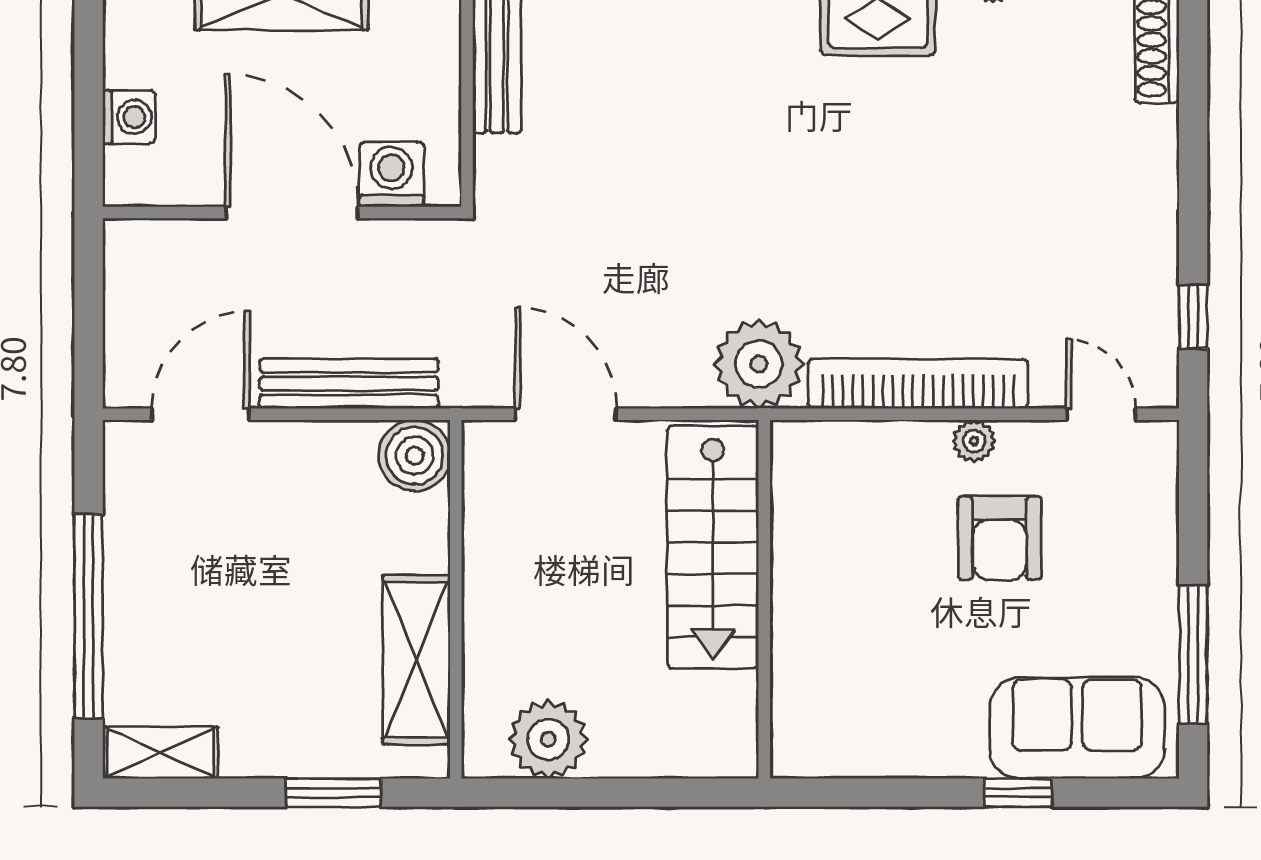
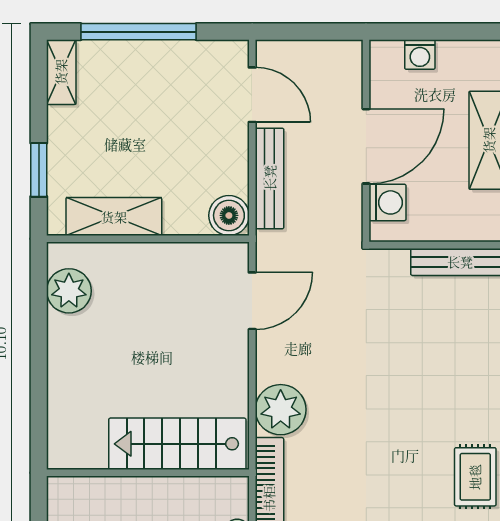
stairs: (713, 547) -> (177, 444), moved
wall: (764, 599) -> (148, 473), moved

